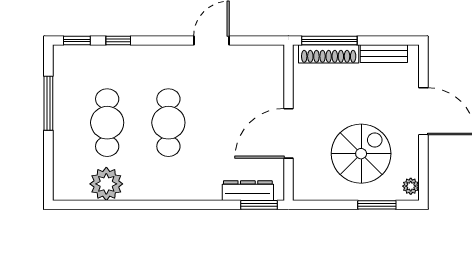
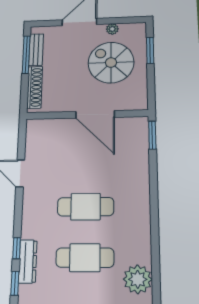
window: (329, 40) -> (26, 55), moved
plant: (106, 184) -> (138, 279), moved
plant: (411, 186) -> (112, 29), moved
dresser: (248, 191) -> (28, 261), moved, turned 180

